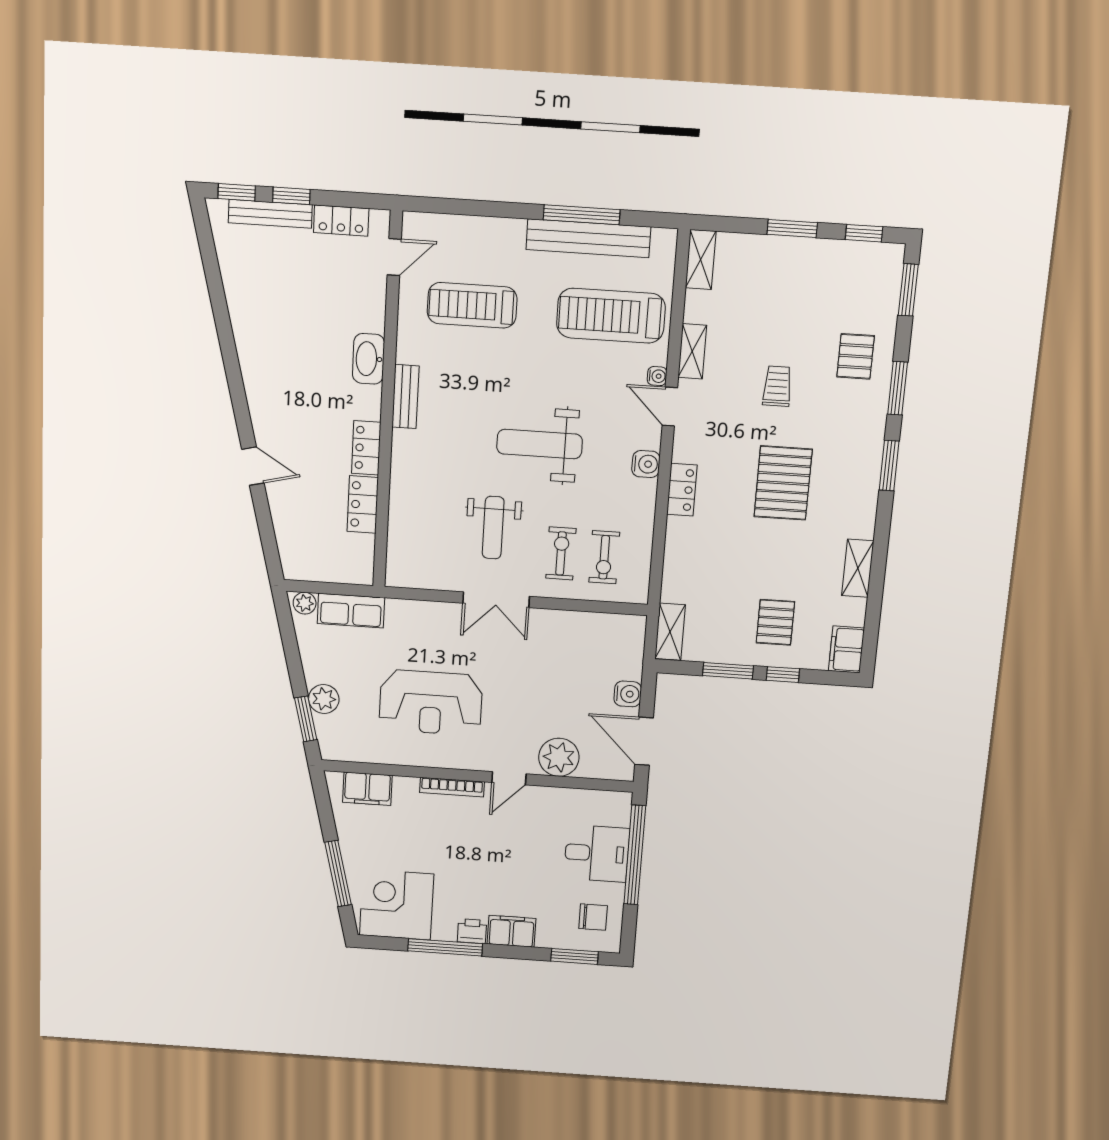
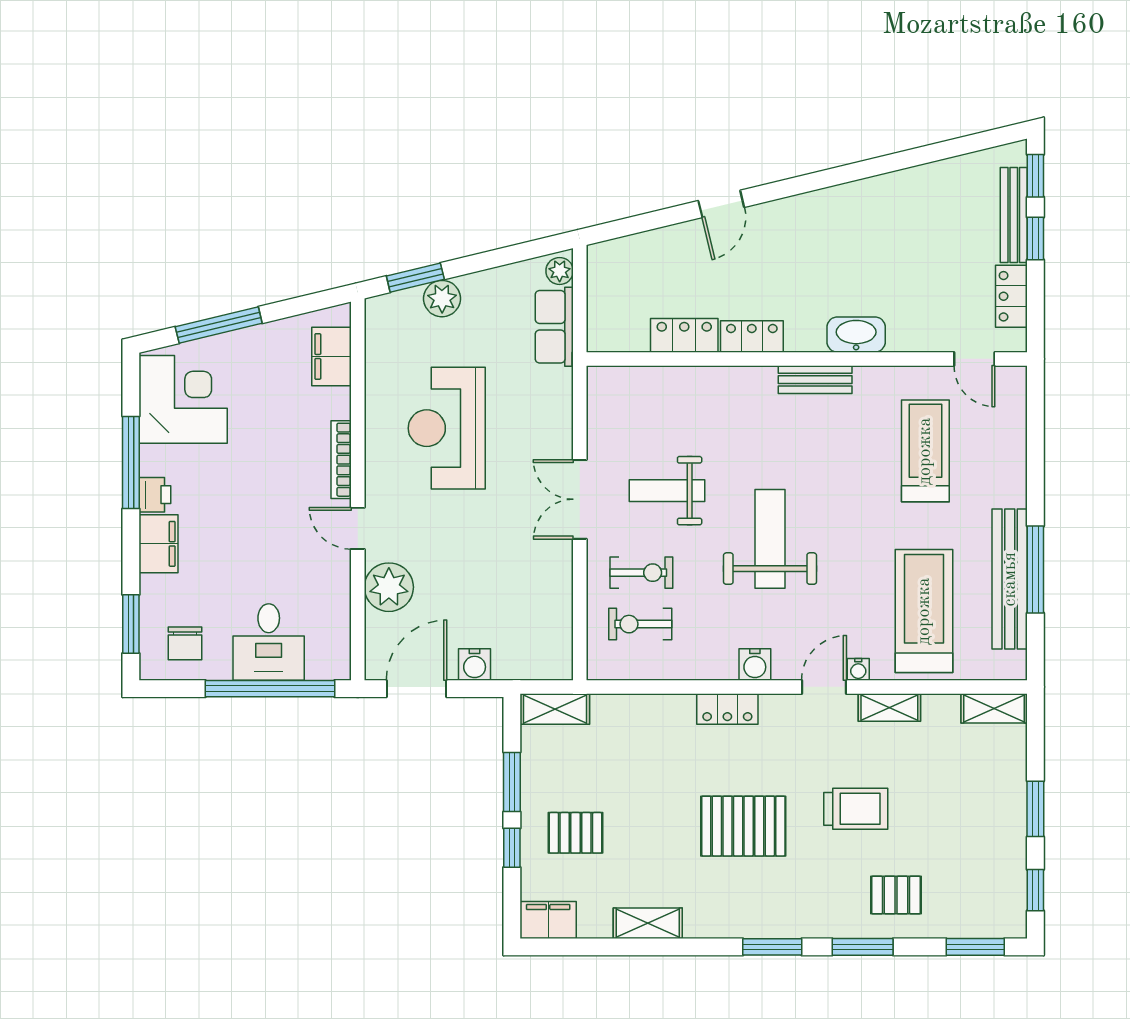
trolley: (777, 386) -> (856, 809), width x1.36, depth x1.39

